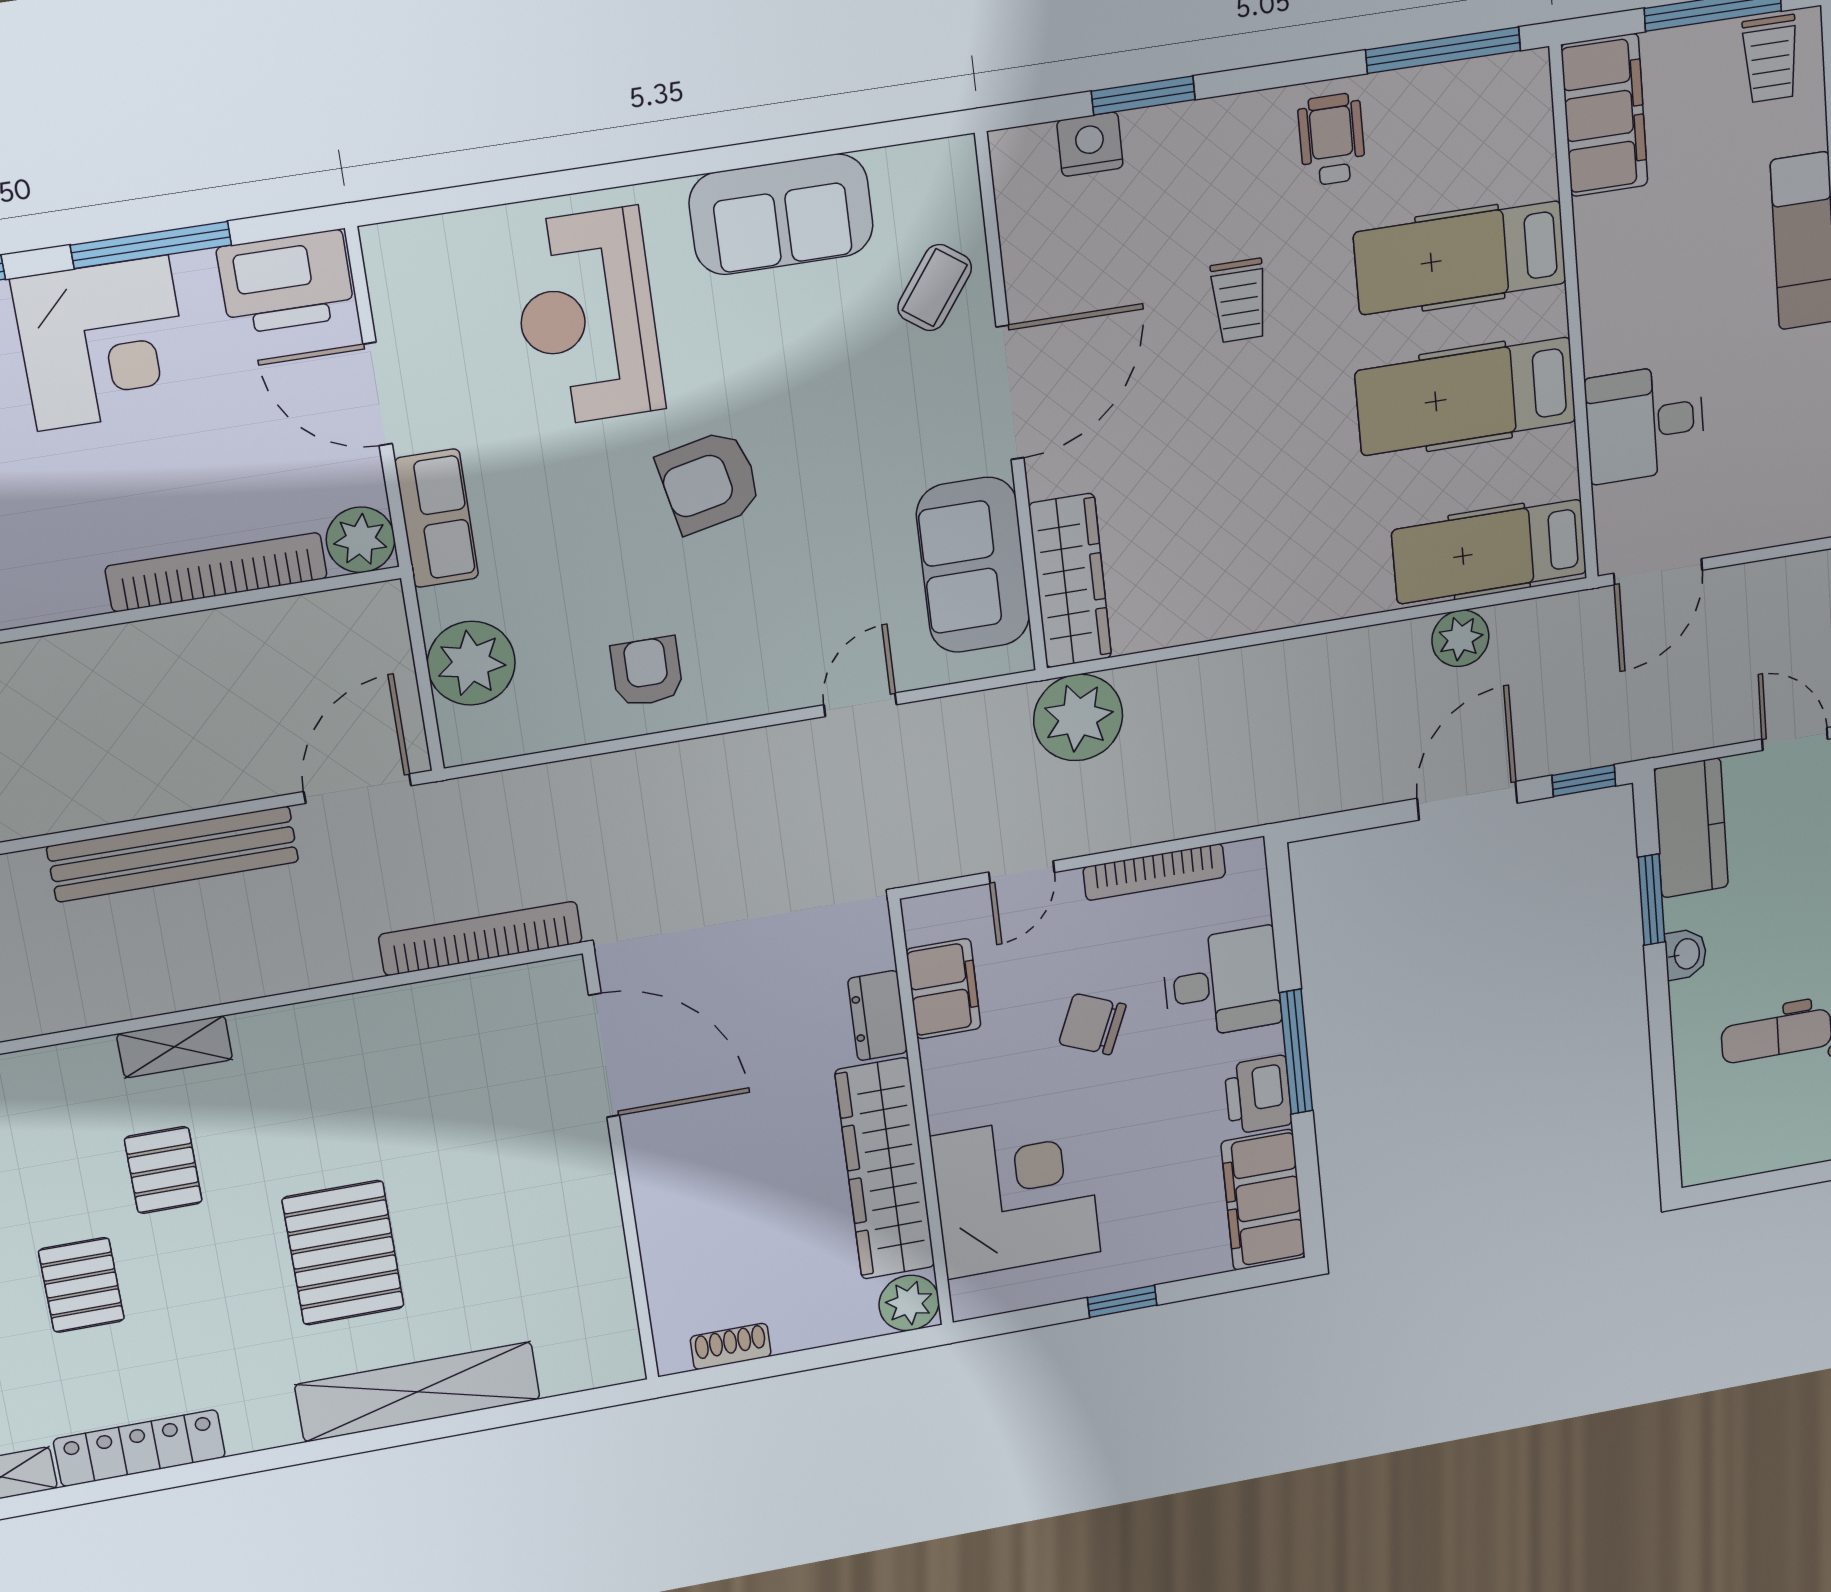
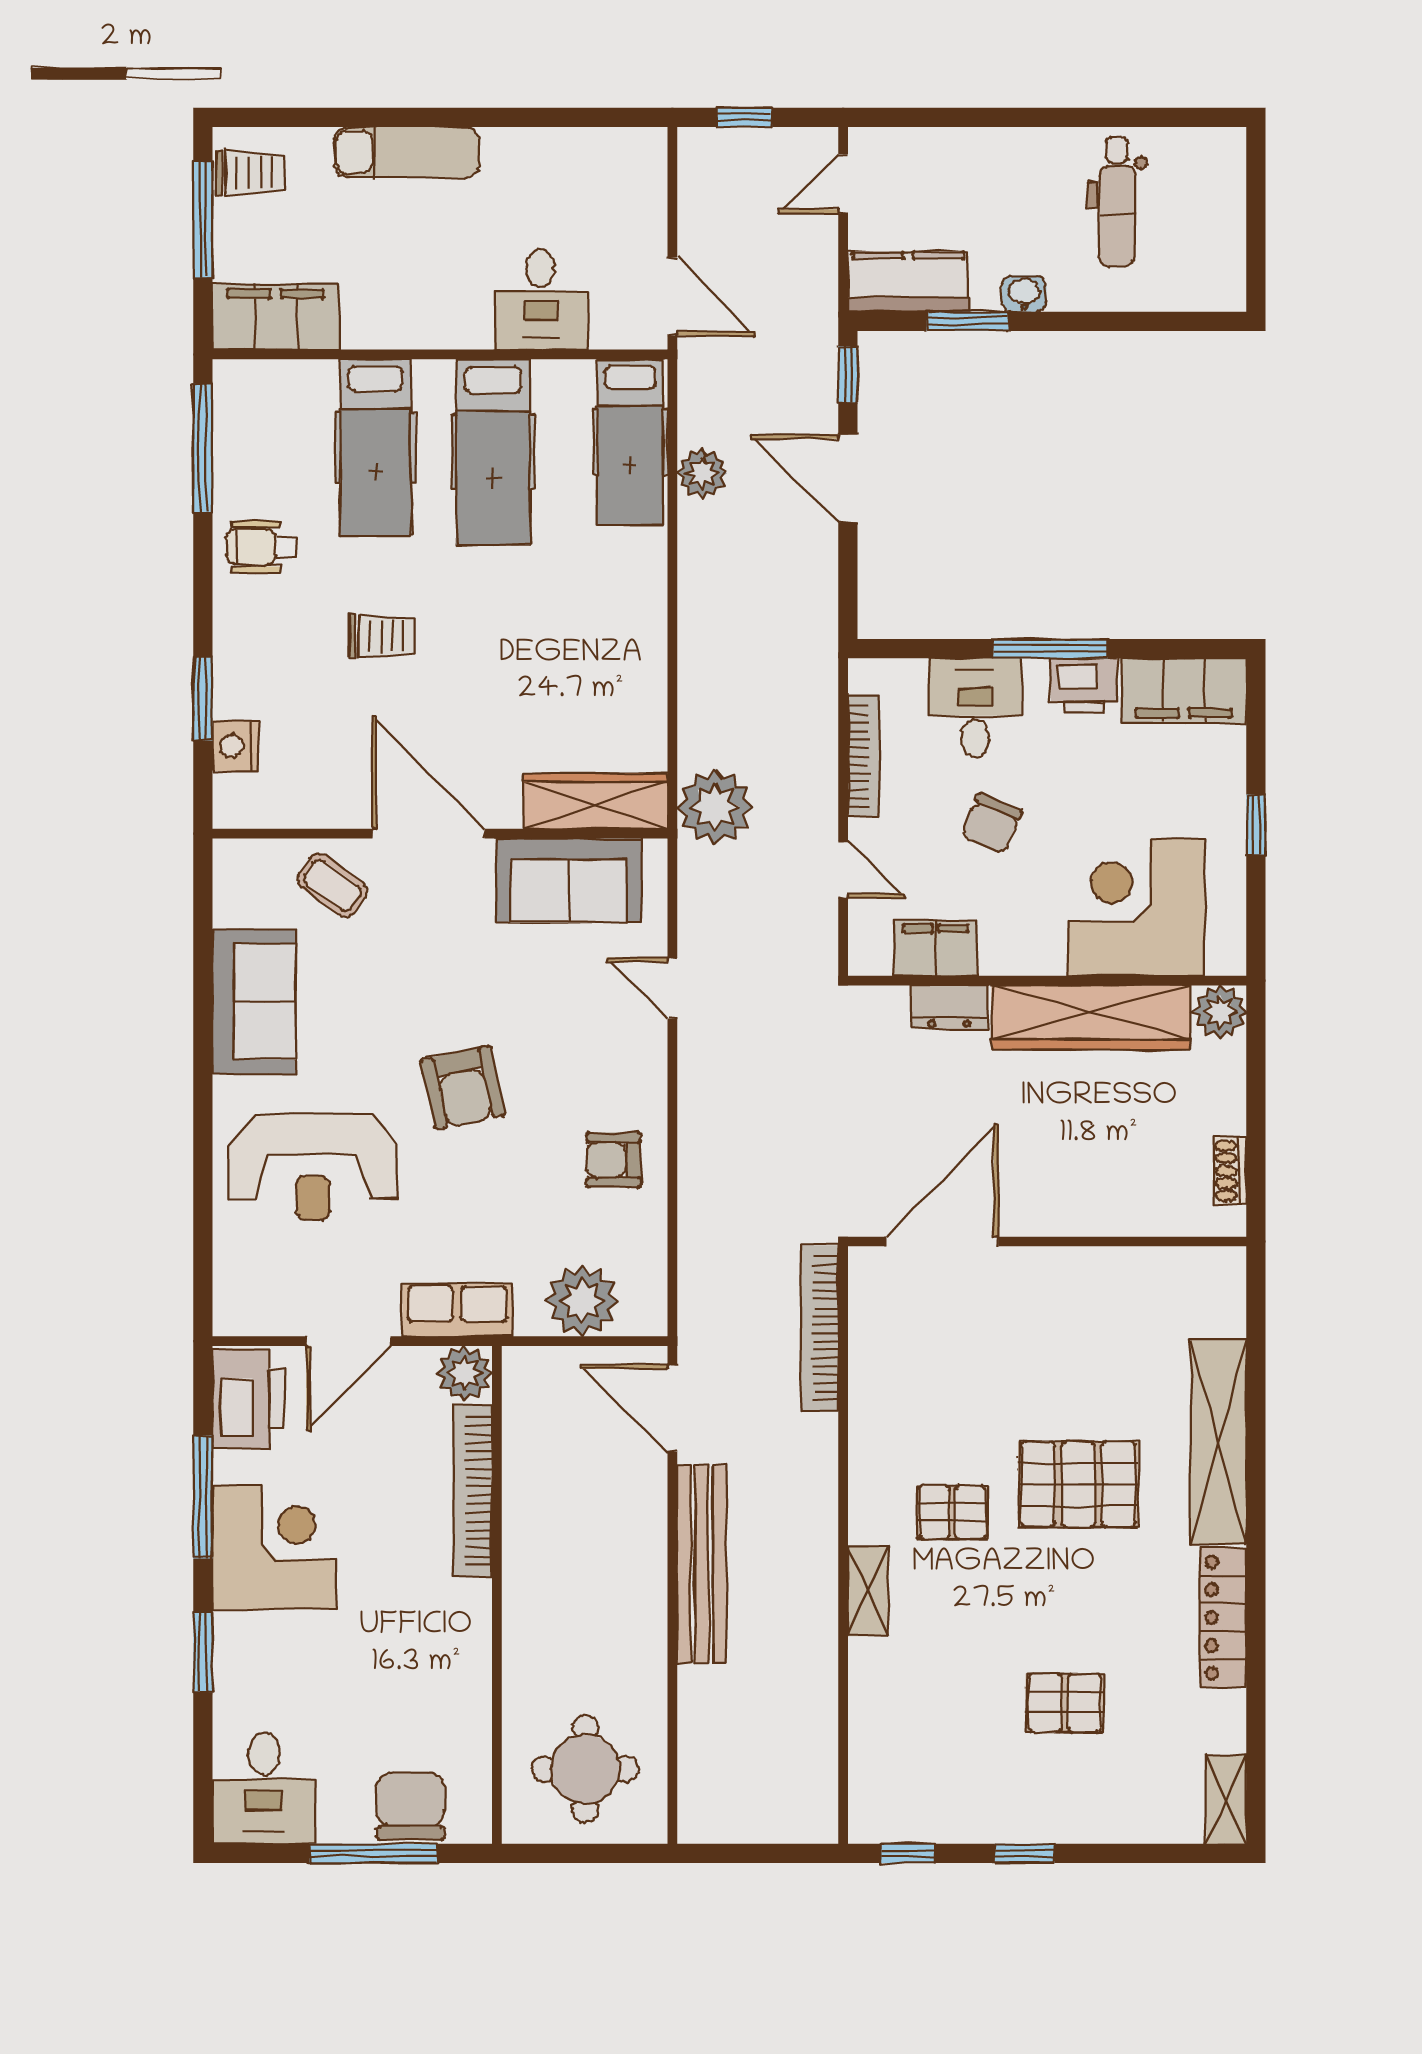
pallet: (163, 1170) -> (952, 1512), moved
locker: (139, 1448) -> (1223, 1618), moved

